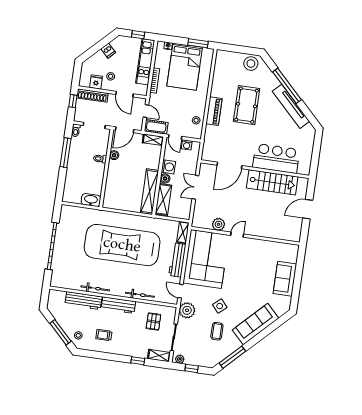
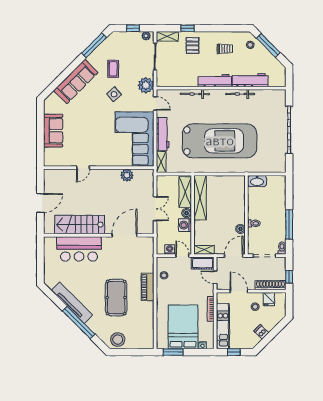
door: (237, 235) -> (83, 168), moved
pallet: (153, 322) -> (192, 46), moved

